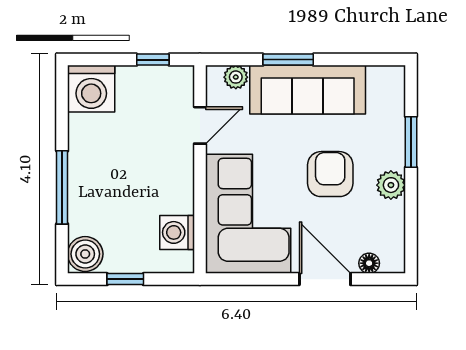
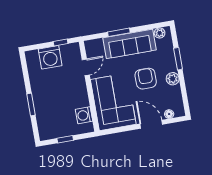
plant: (236, 77) -> (160, 33), moved
washing machine: (91, 89) -> (50, 57), moved
window: (62, 187) -> (31, 104), width x0.69
boiler: (85, 254) -> (46, 131), removed

